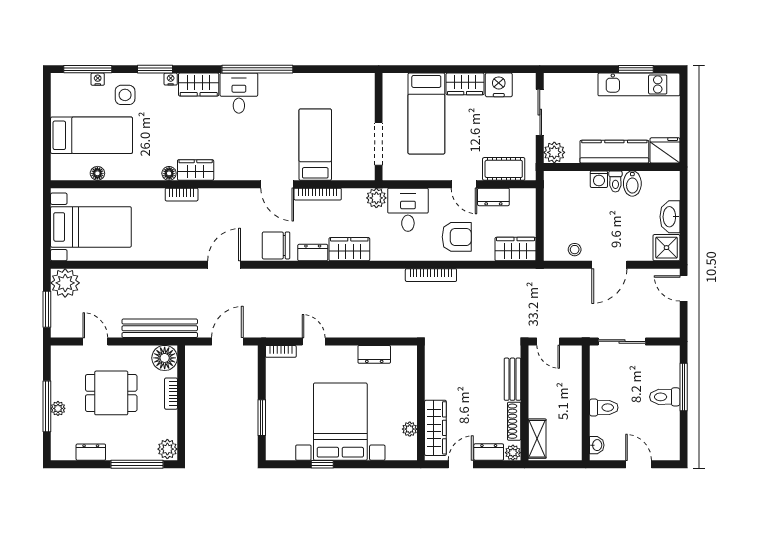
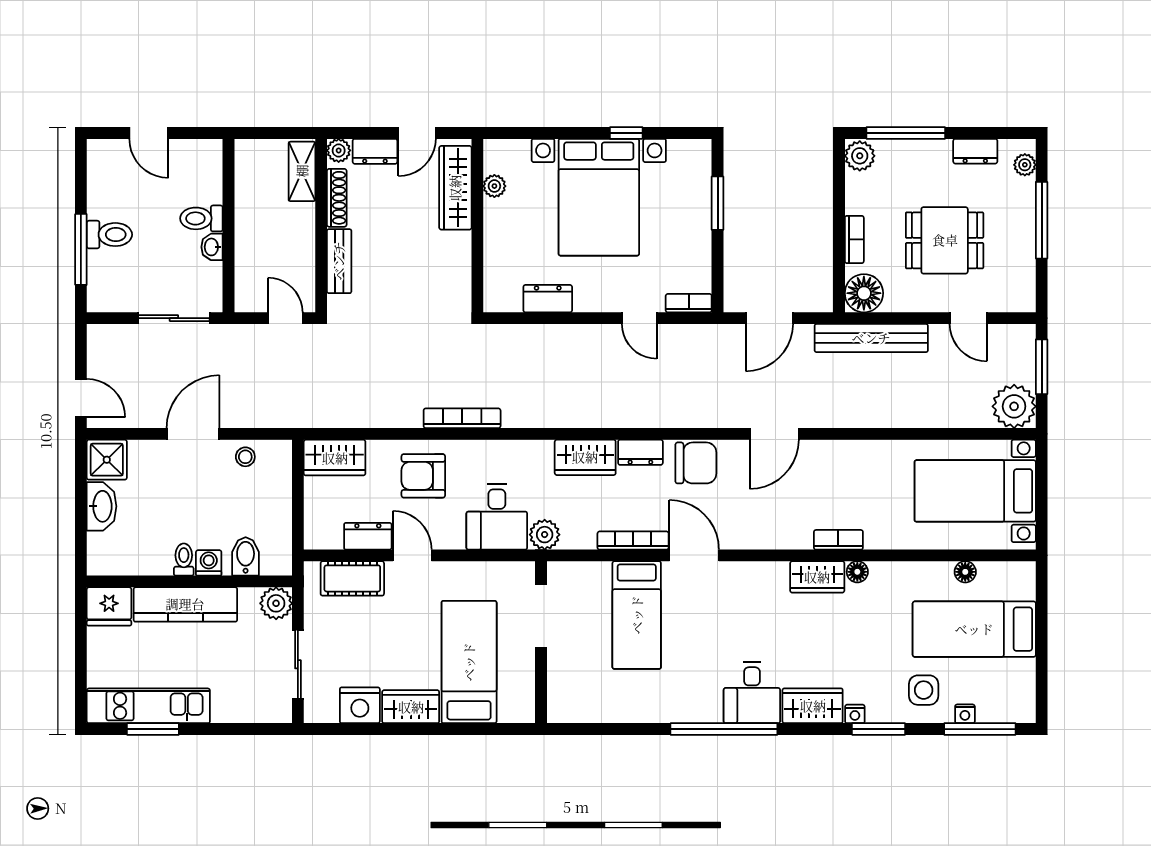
bidet: (632, 184) -> (246, 556), moved
plant: (58, 408) -> (1025, 165), moved
washbasin: (597, 445) -> (212, 247), moved

